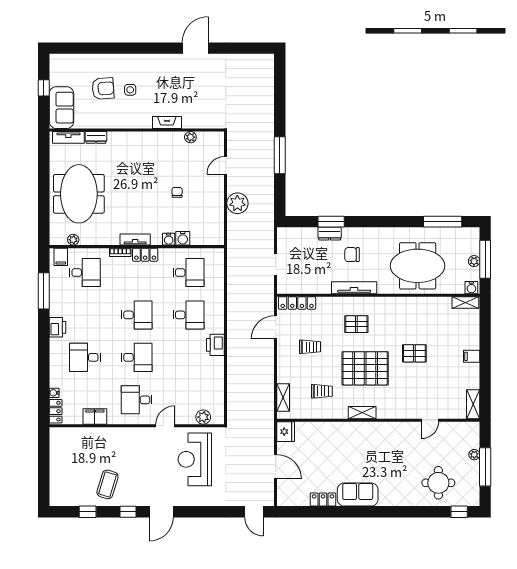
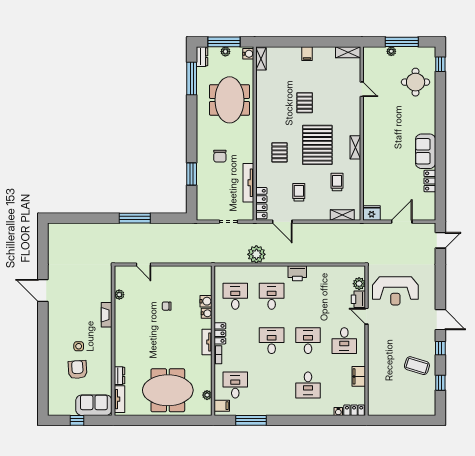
plant: (237, 203) -> (256, 254), moved
dresser: (330, 234) -> (202, 57), moved
tv unit: (354, 288) -> (248, 183), moved
printer: (57, 327) -> (358, 299), moved, turned -90

